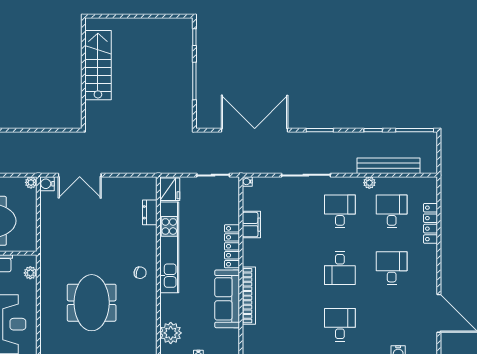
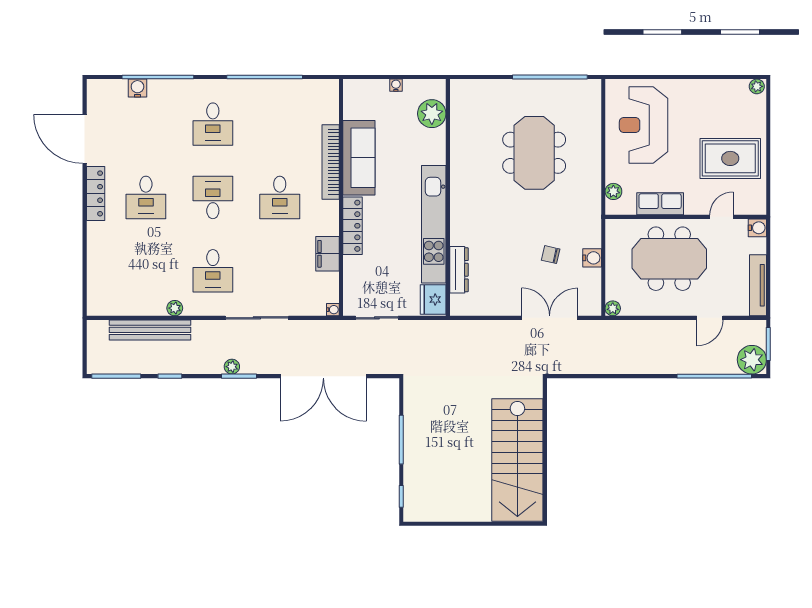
stairs: (98, 65) -> (517, 460), width x1.36, depth x1.51
plant: (325, 137) -> (232, 367), added
water cooler: (47, 184) -> (592, 258), moved
desk: (392, 211) -> (280, 197), moved
dresser: (150, 212) -> (459, 270), width x1.44
locker: (431, 223) -> (96, 193), moved
chair: (140, 273) -> (551, 255), moved

